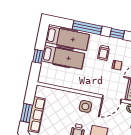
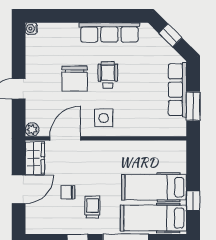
window: (38, 56) -> (193, 201), moved
window: (26, 113) -> (193, 106), moved

